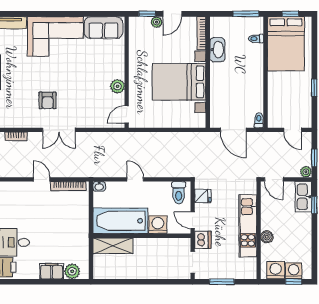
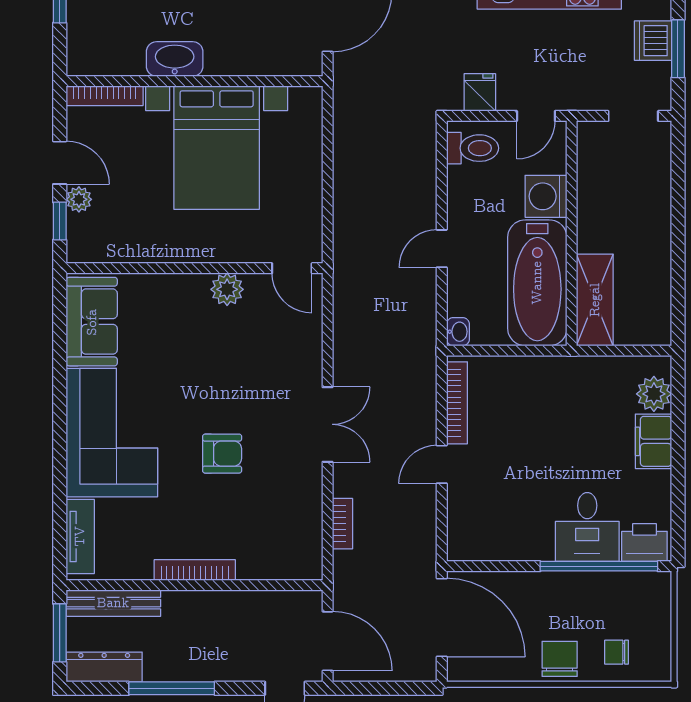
washbasin: (217, 50) -> (175, 59), moved
armchair: (48, 100) -> (222, 454), moved
dishwasher: (203, 240) -> (653, 41), moved, turned -90

